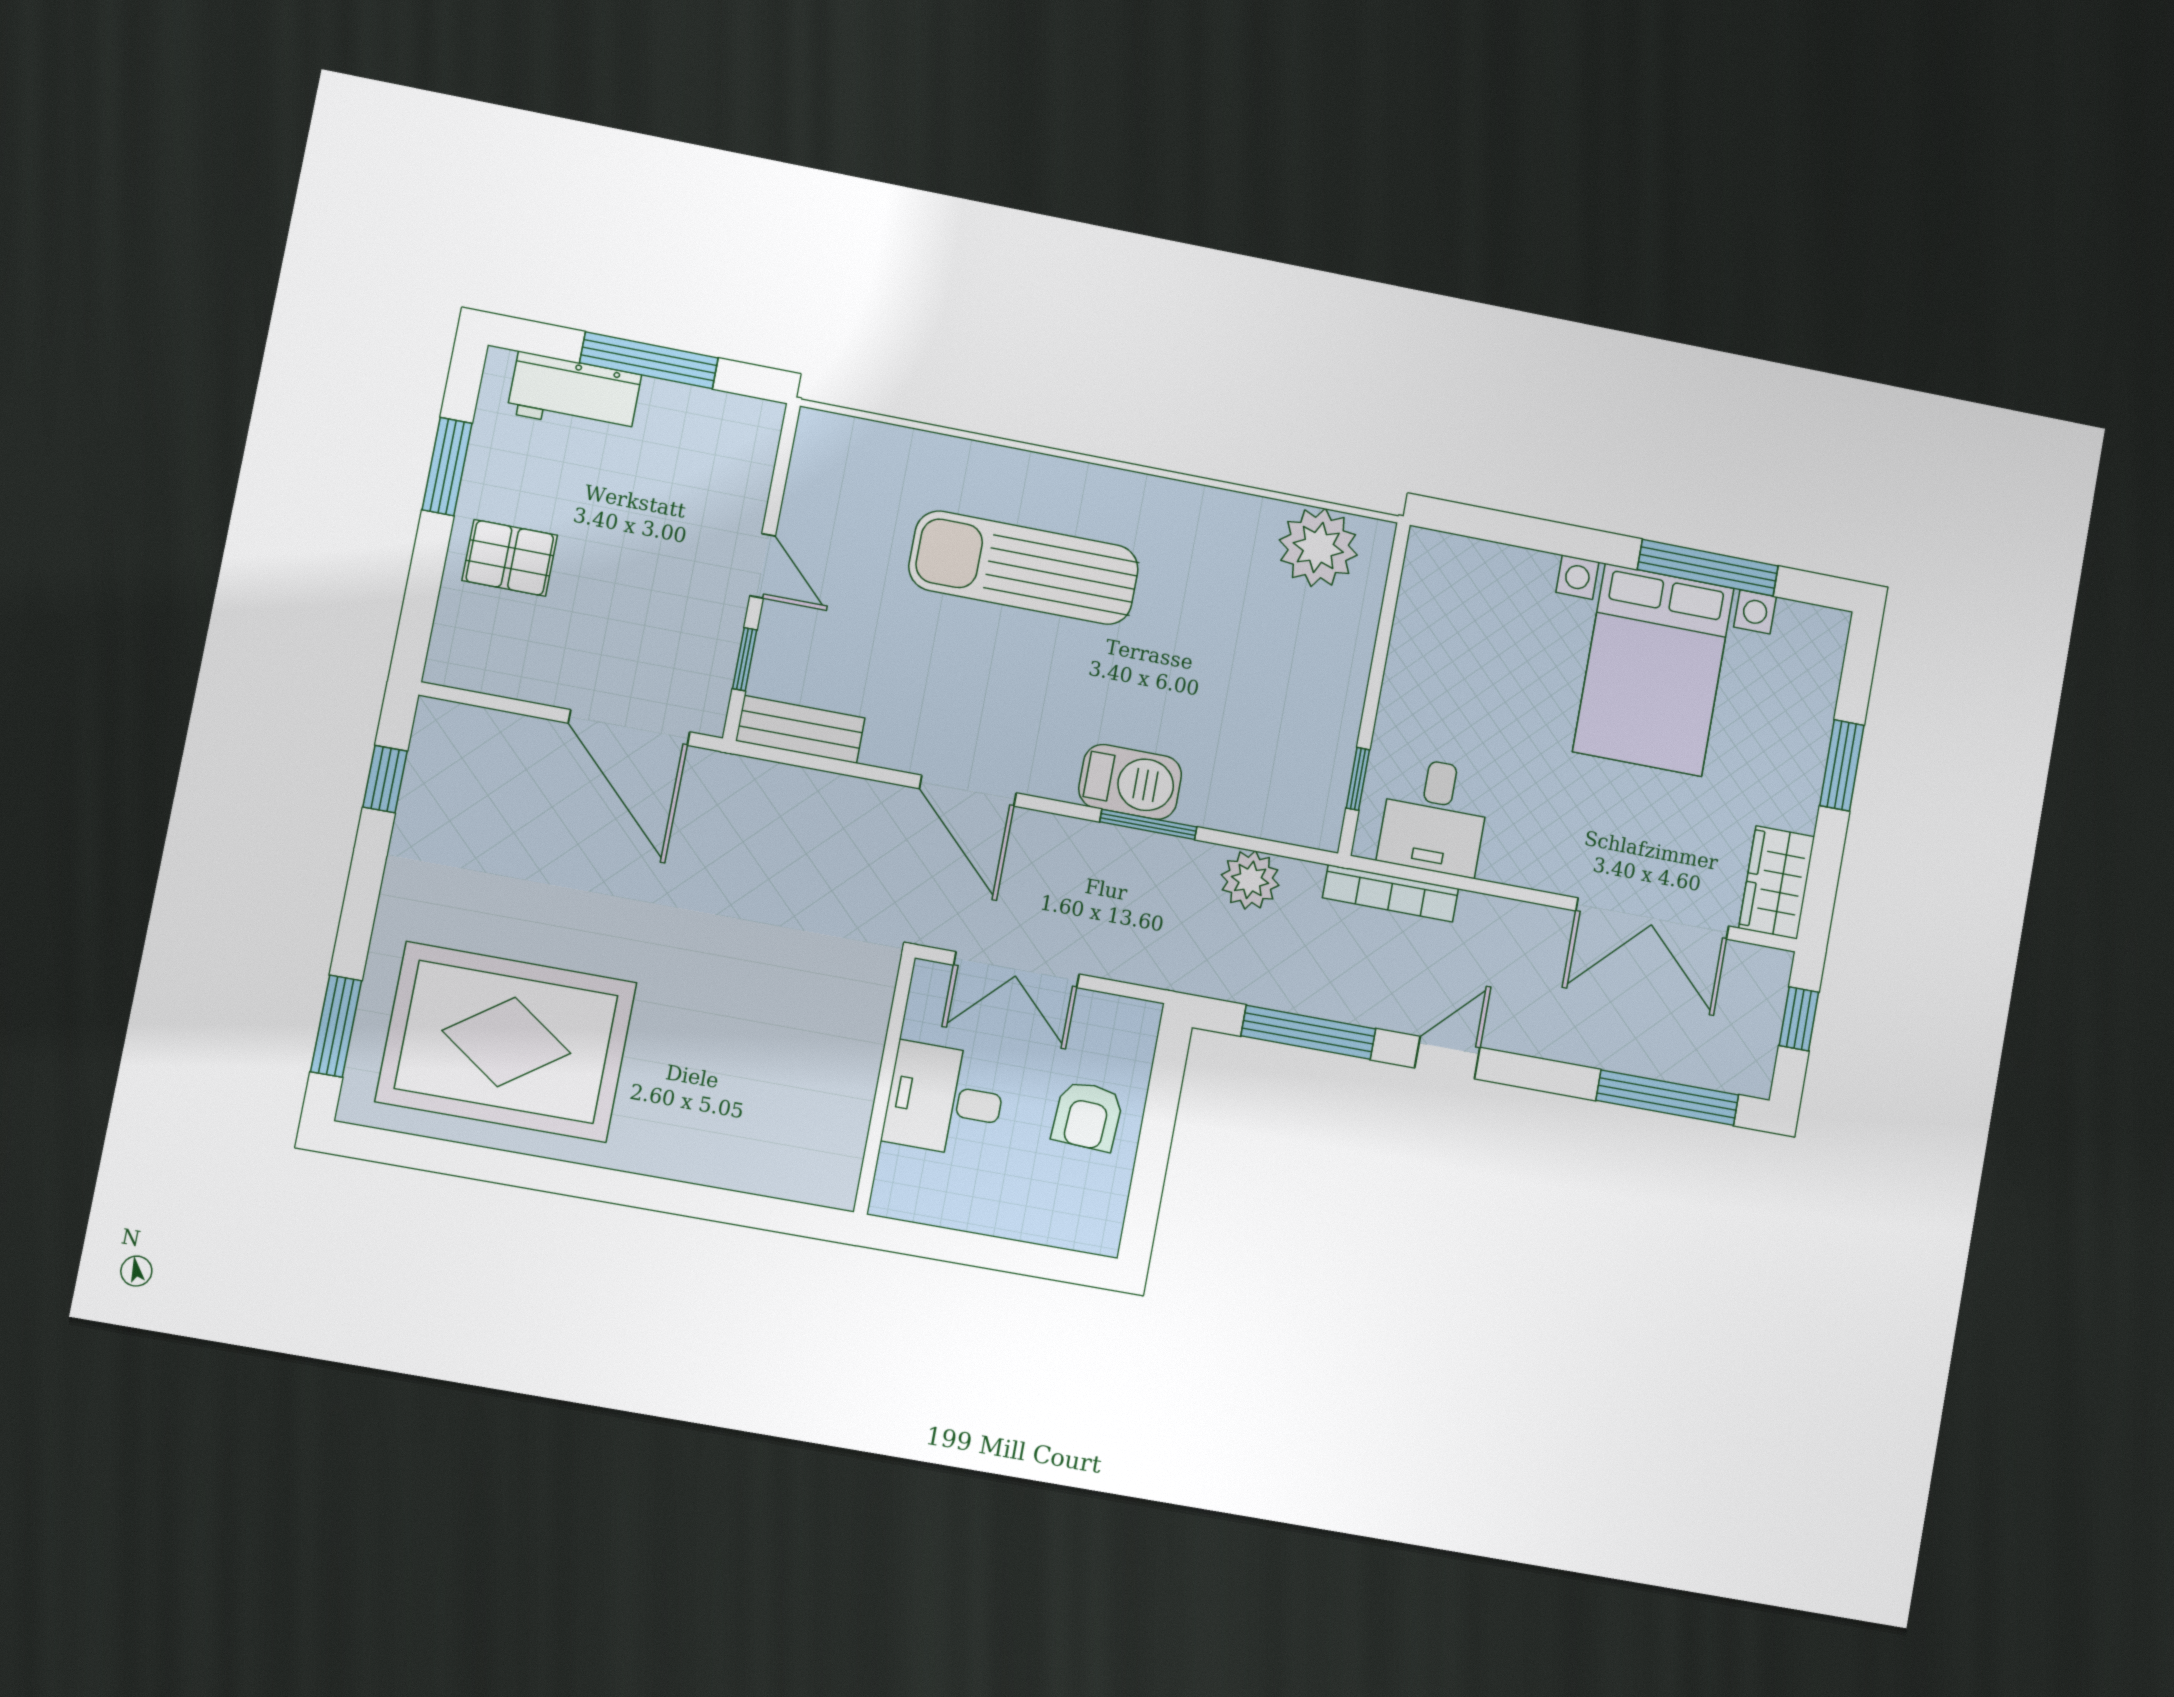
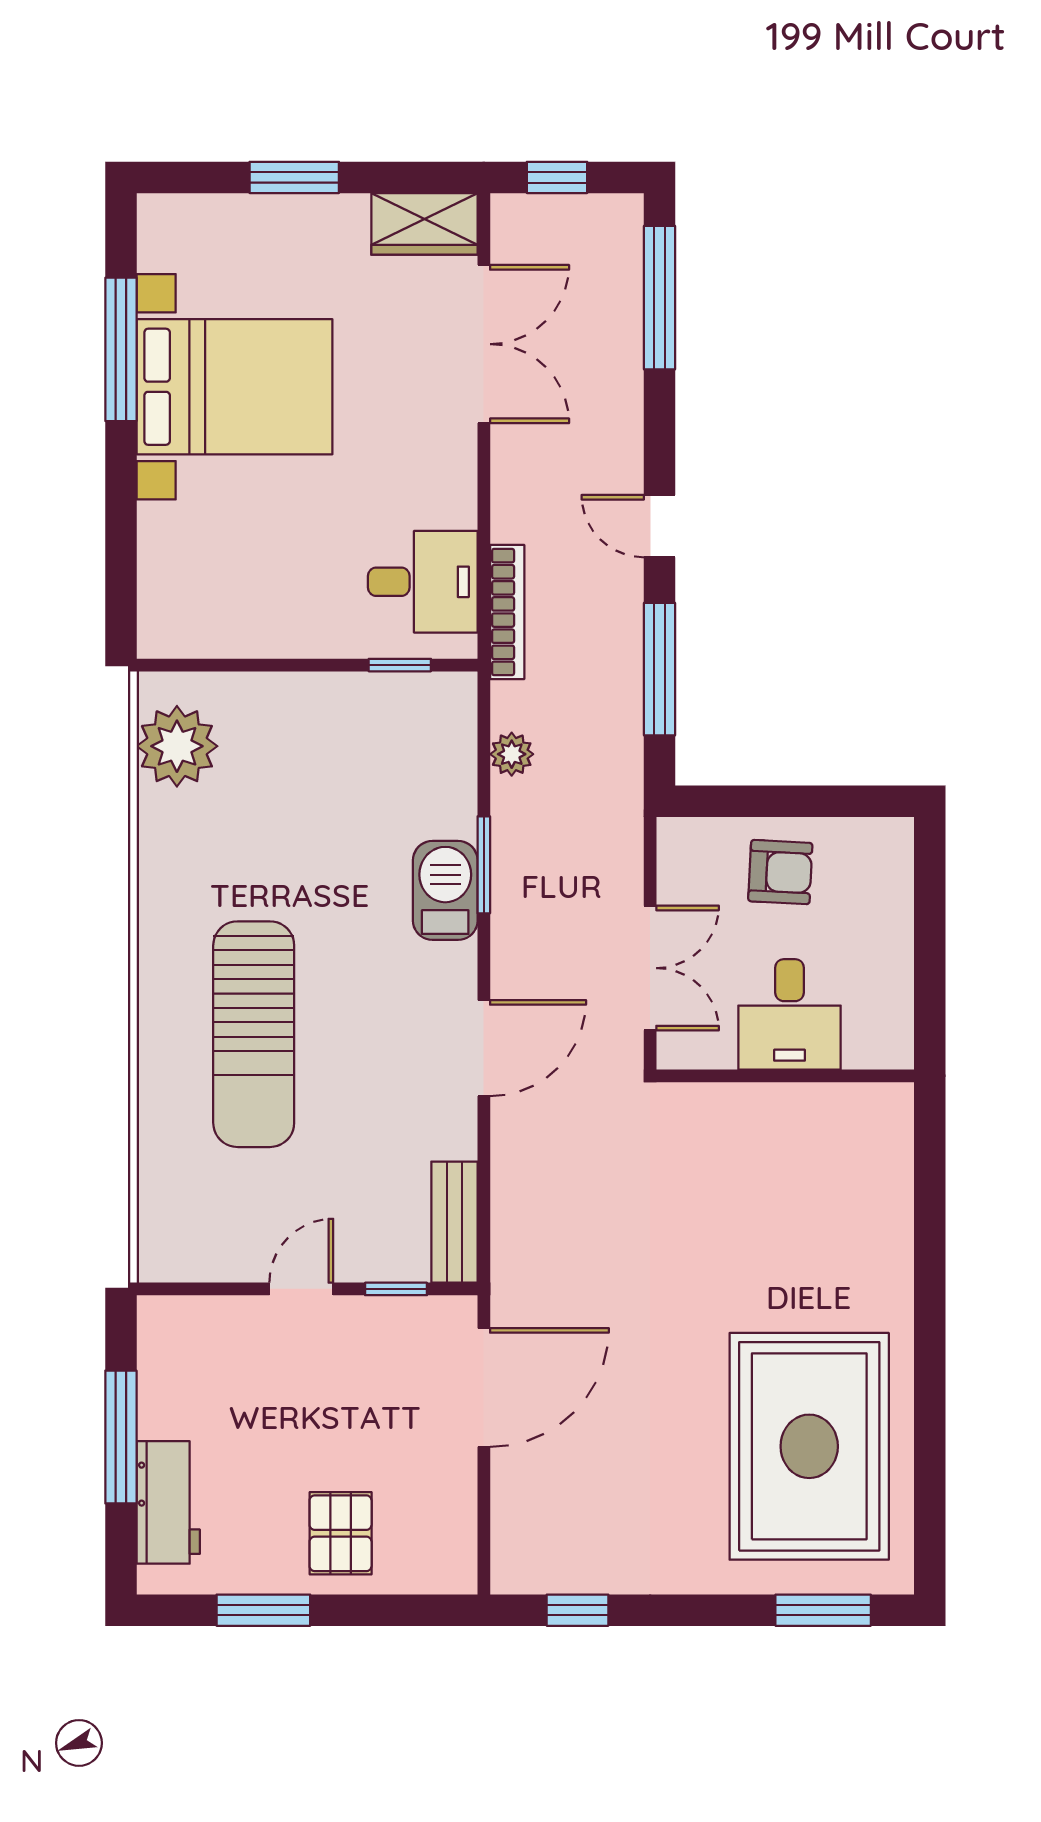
plant: (1250, 880) -> (512, 754), width x0.73, depth x0.73

